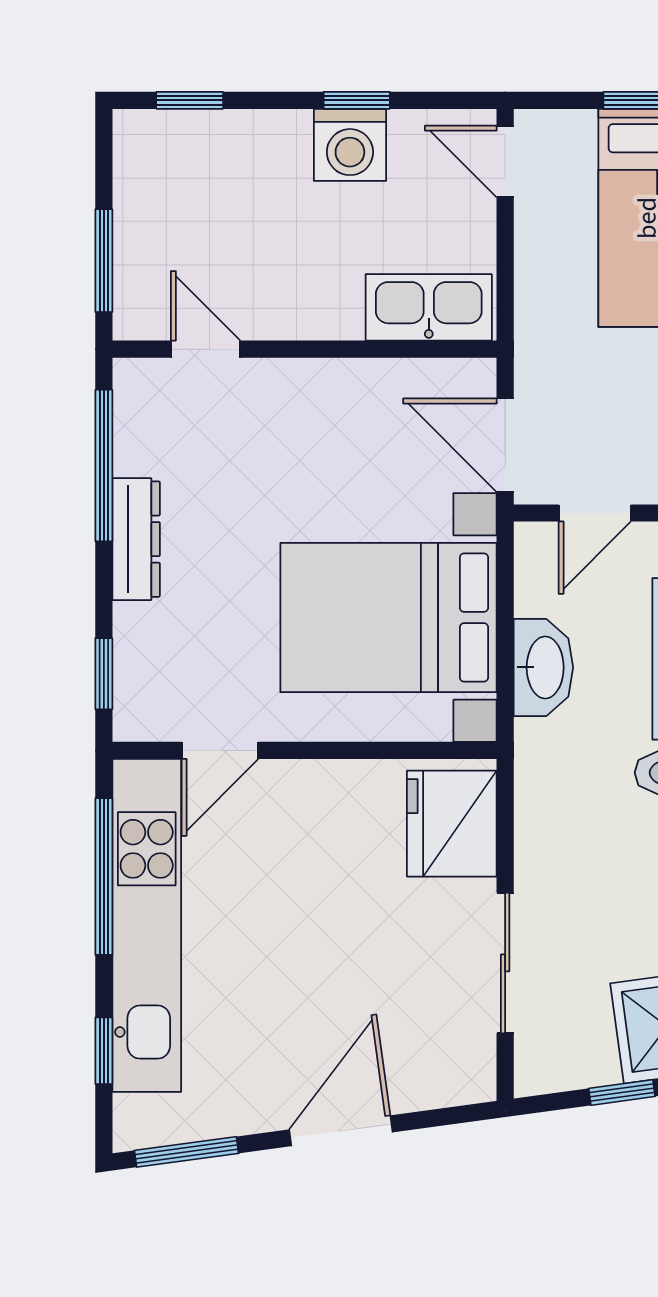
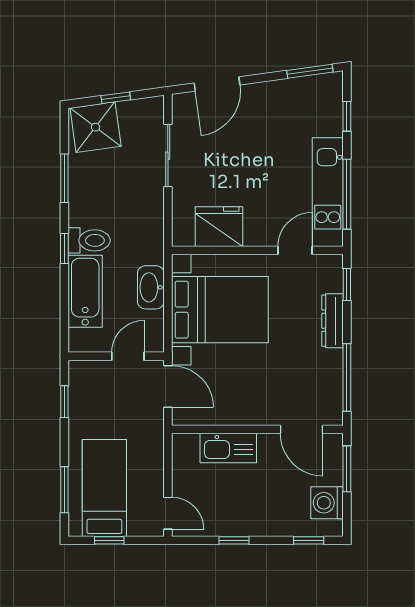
washing machine: (350, 145) -> (327, 503), moved, turned -90
kitchen sink: (429, 307) -> (228, 448), moved
door: (206, 349) -> (301, 429), width x1.38
dresser: (136, 539) -> (332, 321), moved
fridge: (452, 824) -> (219, 227), moved, turned -90
kitchen unit: (147, 925) -> (328, 192), width x0.73
door: (341, 1131) -> (217, 84), moved

